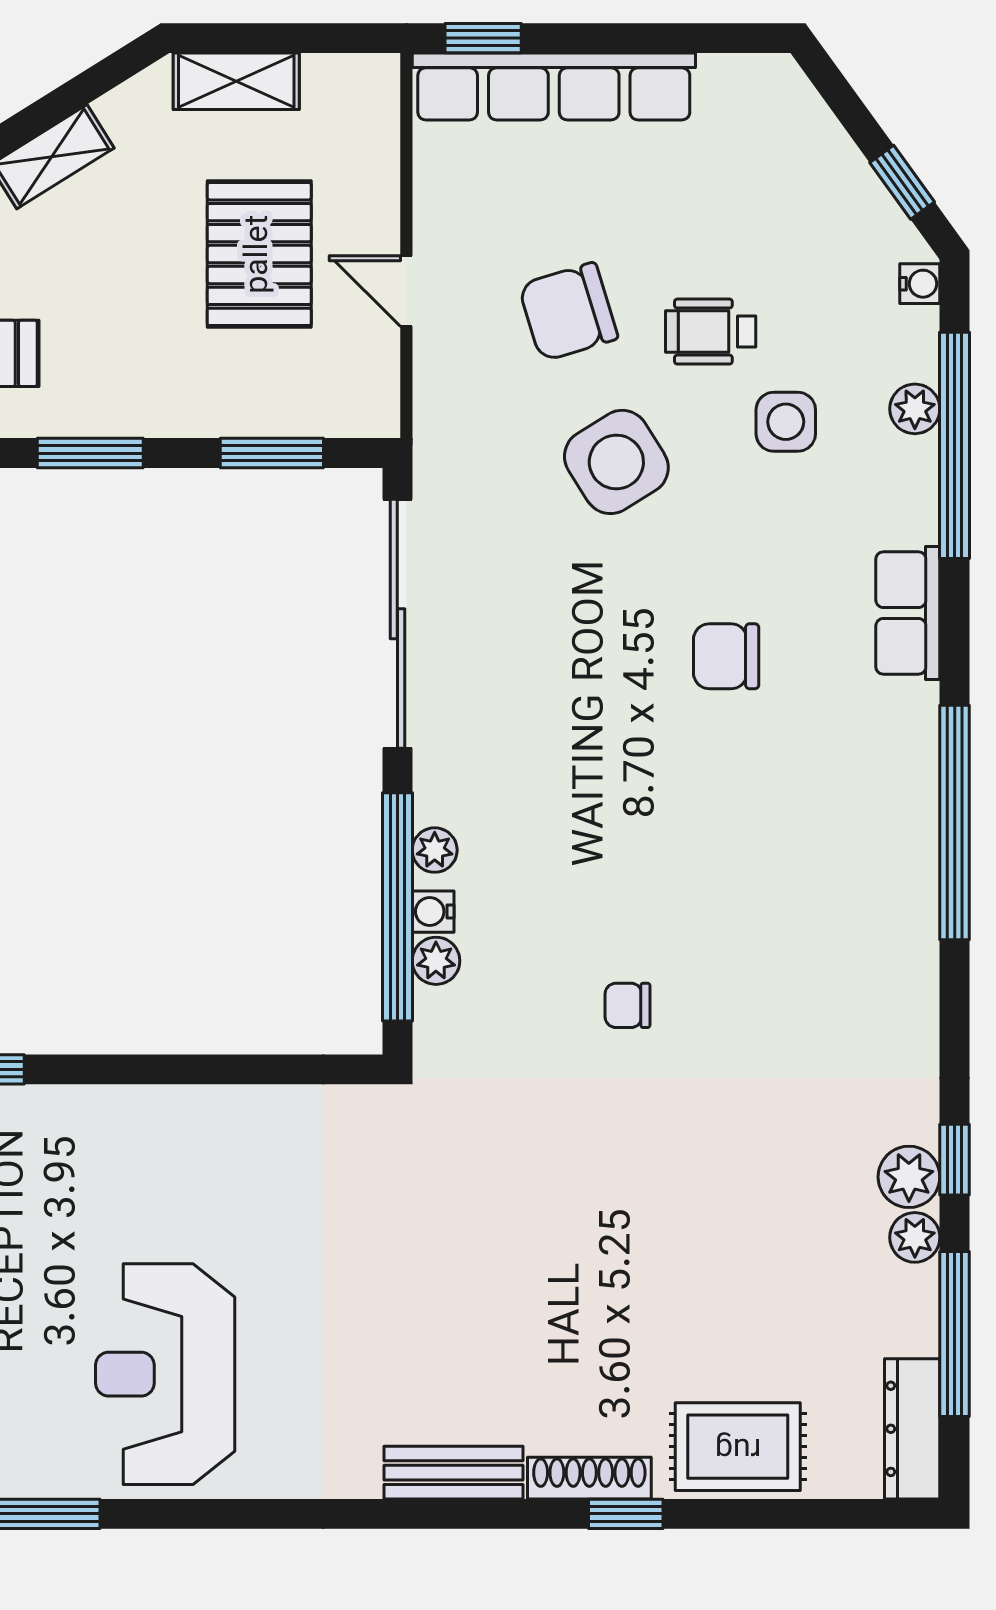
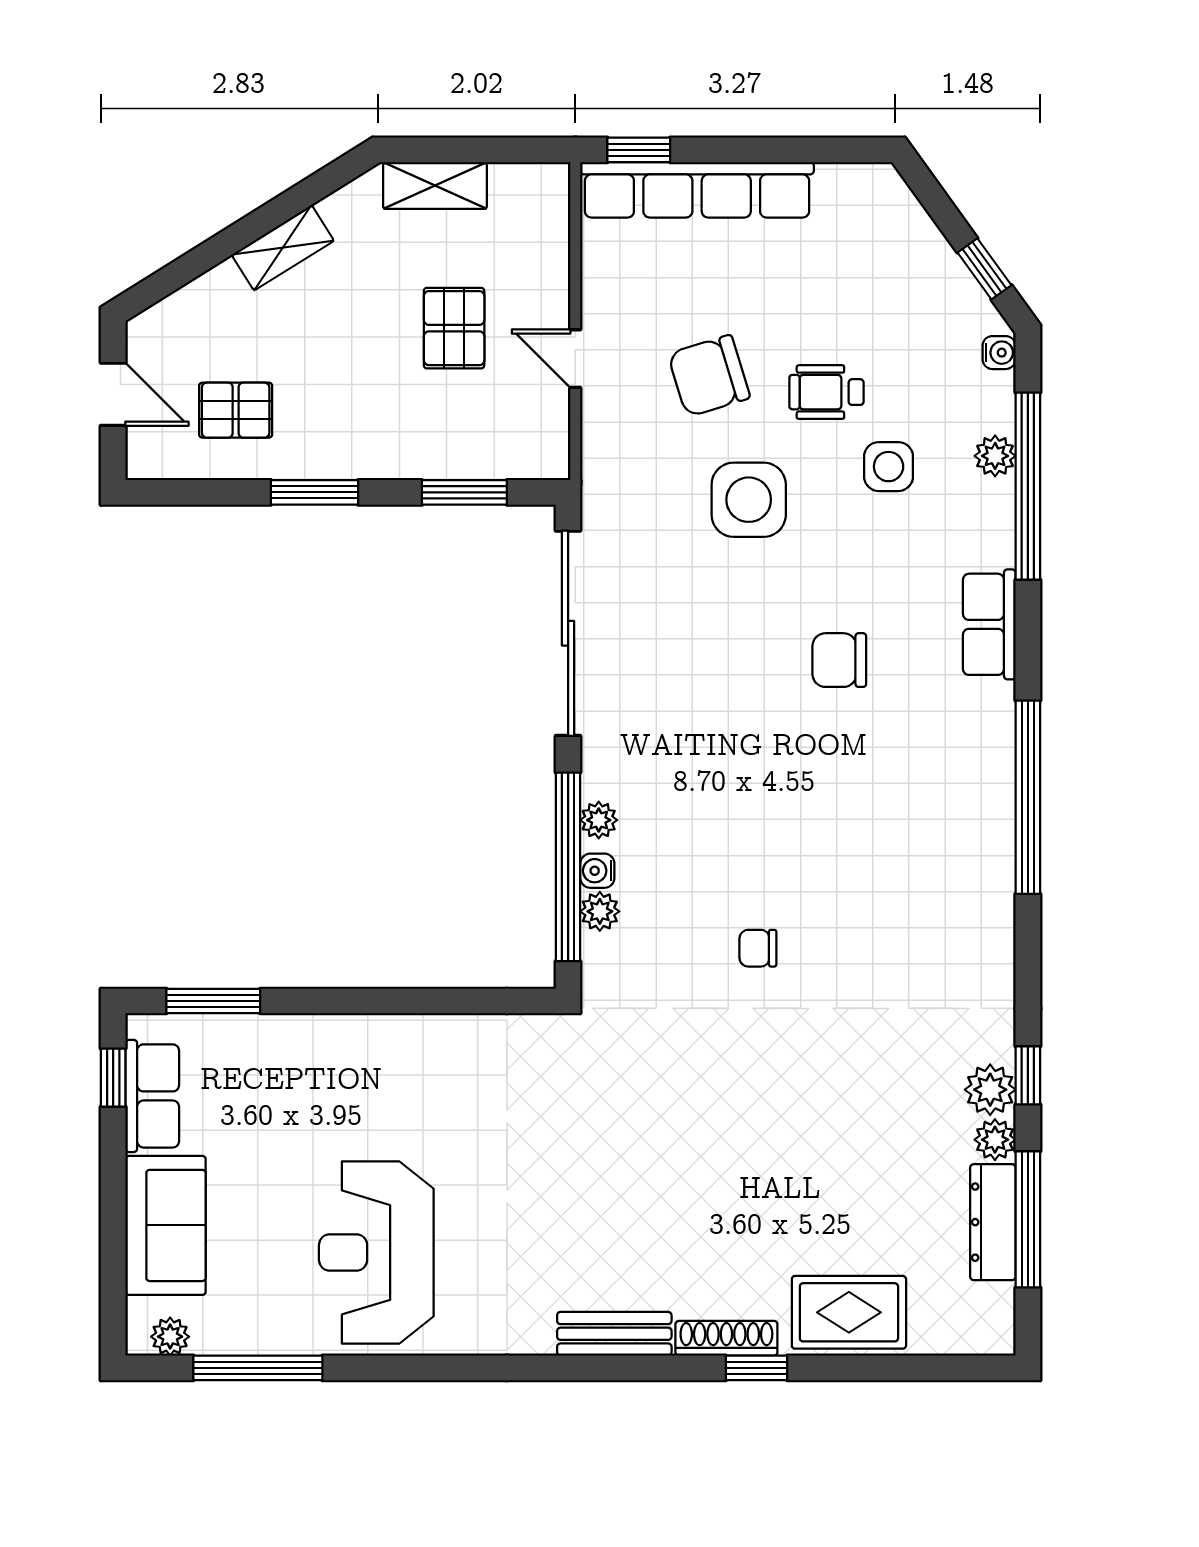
pallet: (259, 254) -> (454, 328), width x0.67, depth x0.71
side table: (616, 462) -> (749, 500), turned 32
dresser: (912, 1429) -> (993, 1222), moved

